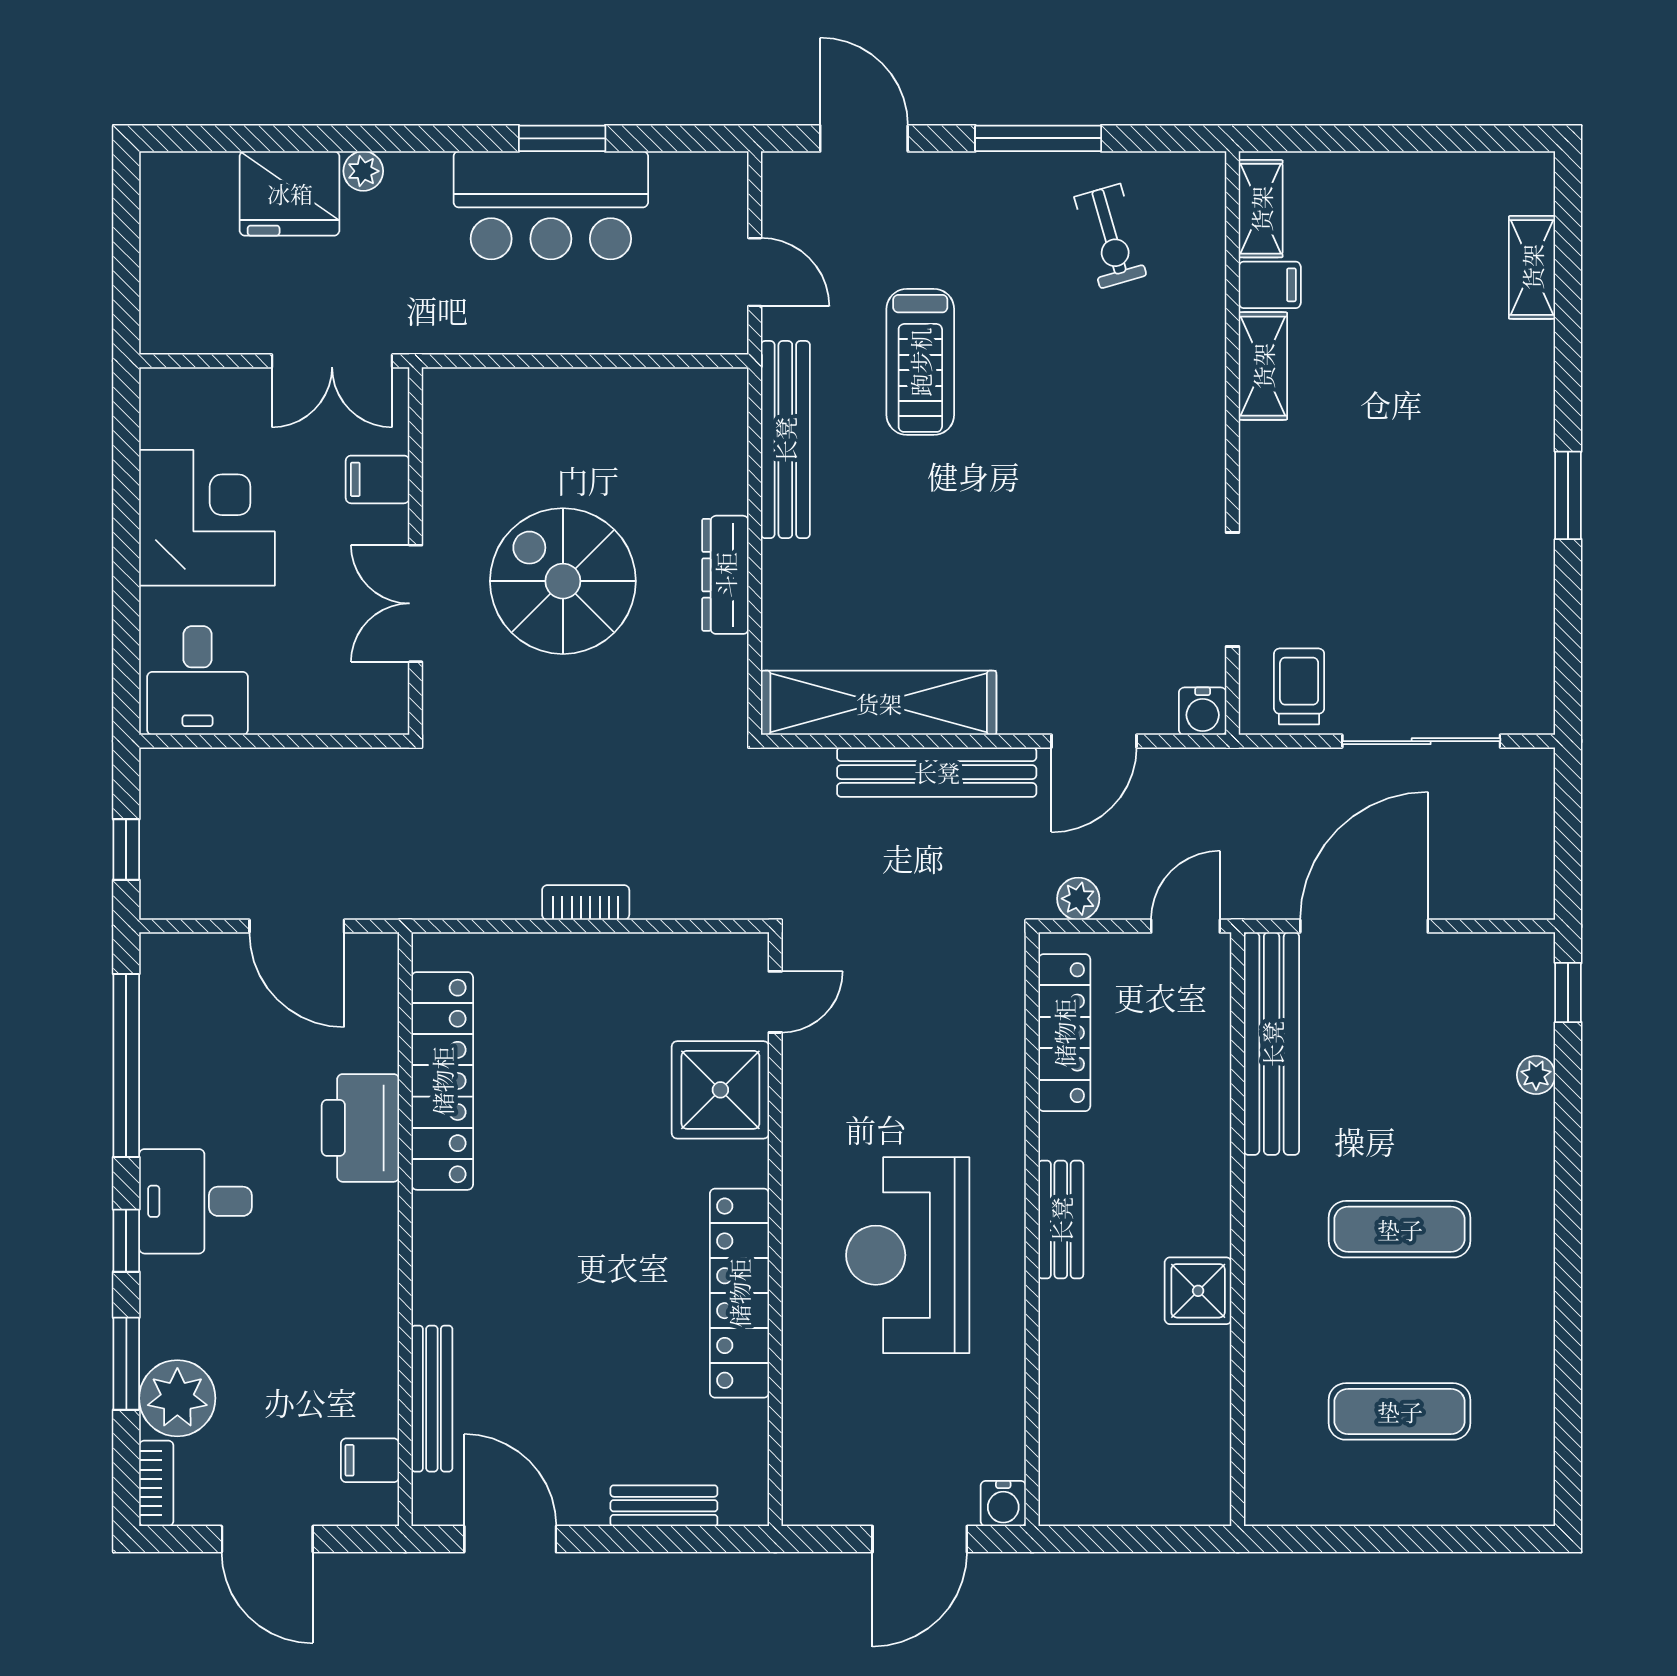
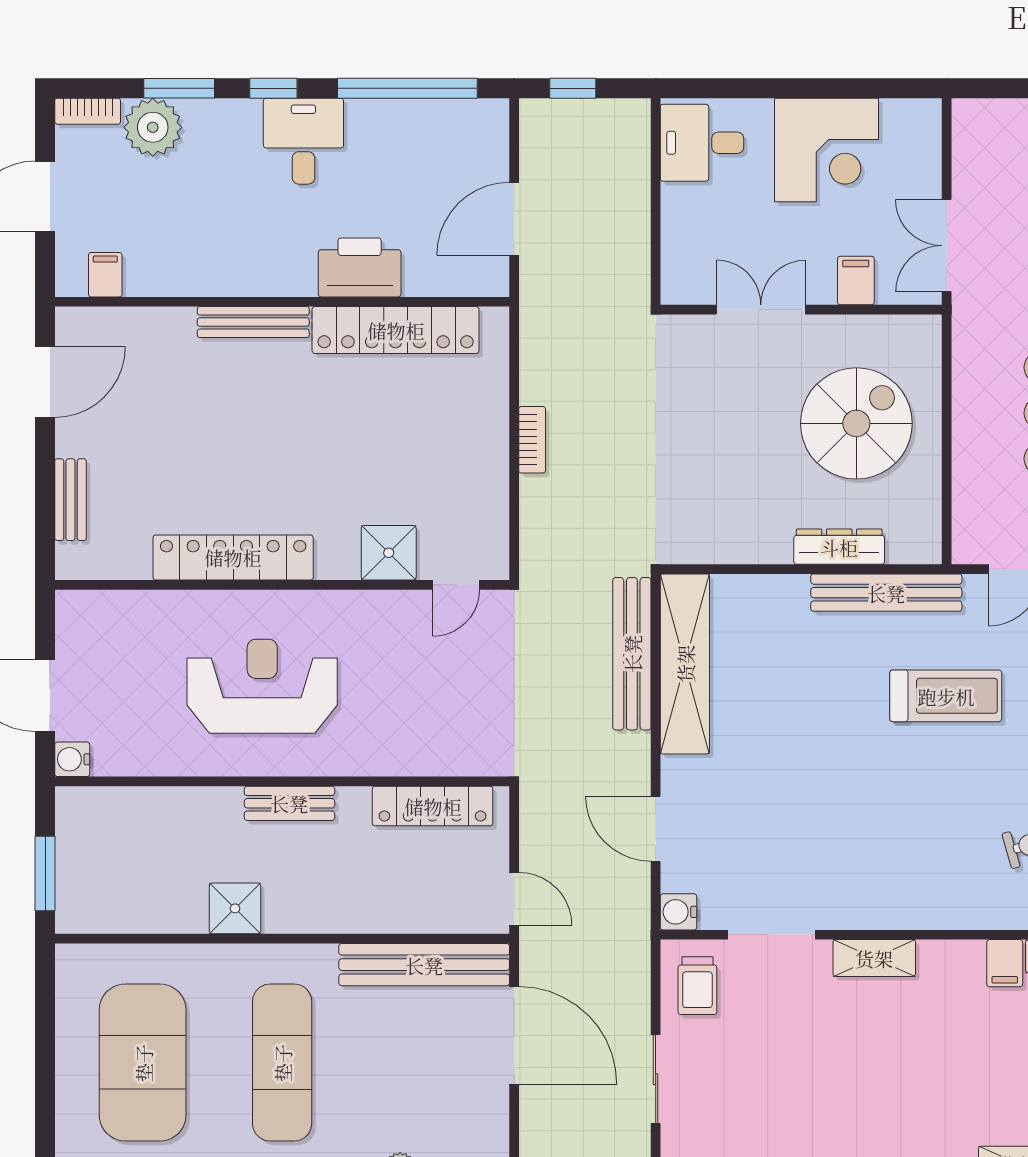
treadmill: (920, 362) -> (946, 696), turned 180
shelving: (1263, 366) -> (874, 958), moved
dresser: (725, 575) -> (839, 547), moved
spiral stairs: (563, 581) -> (856, 423), moved
trolley: (1299, 686) -> (697, 986), turned 90
sliding door: (1421, 741) -> (656, 1079), width x0.73
bench: (937, 772) -> (632, 654), moved
plant: (1078, 899) -> (535, 817), removed
door: (775, 1002) -> (456, 585), hinge flipped
shower: (720, 1090) -> (389, 553), width x0.73, depth x0.73
exercise mat: (1400, 1229) -> (282, 1063), width x1.36, depth x1.45
bench: (432, 1399) -> (253, 322), moved
exercise mat: (1400, 1411) -> (143, 1063), width x2.00, depth x1.45
window: (1153, 1539) -> (45, 874), added

